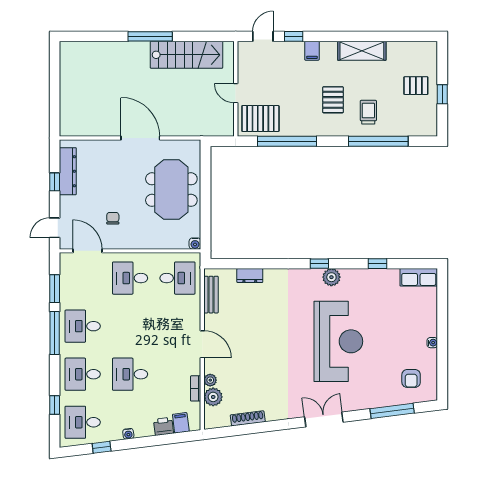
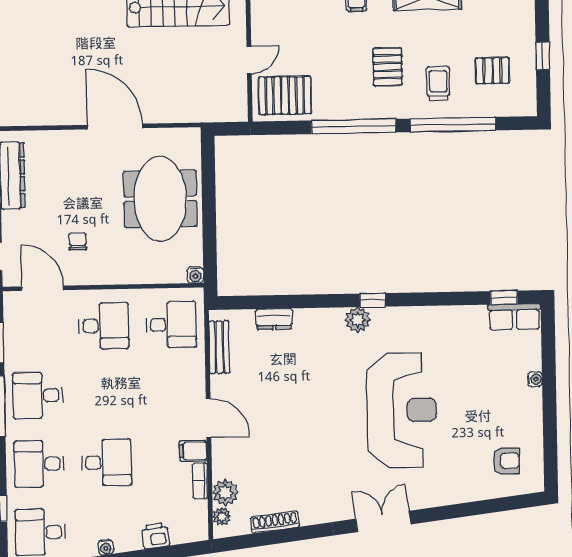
pallet: (416, 86) -> (492, 71), moved
door: (236, 93) -> (249, 60), swing flipped
window: (287, 141) -> (354, 126), moved
window: (377, 264) -> (504, 298), moved
plant: (331, 277) -> (358, 320), moved
desk: (130, 278) -> (104, 326), turned 180
water cooler: (432, 343) -> (535, 379), moved
desk: (130, 374) -> (106, 463), turned 180
armchair: (411, 378) -> (506, 461), turned -90
plant: (210, 380) -> (222, 517), moved
window: (392, 411) -> (480, 508), removed
filing cabinet: (181, 423) -> (193, 451), moved, turned -83

